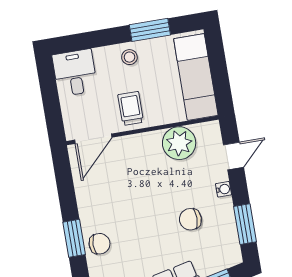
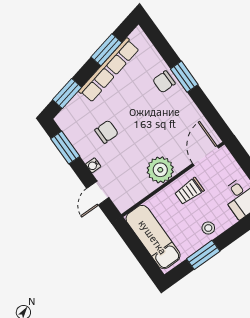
trolley: (131, 108) -> (189, 191), turned 90
plant: (179, 143) -> (160, 170), moved

